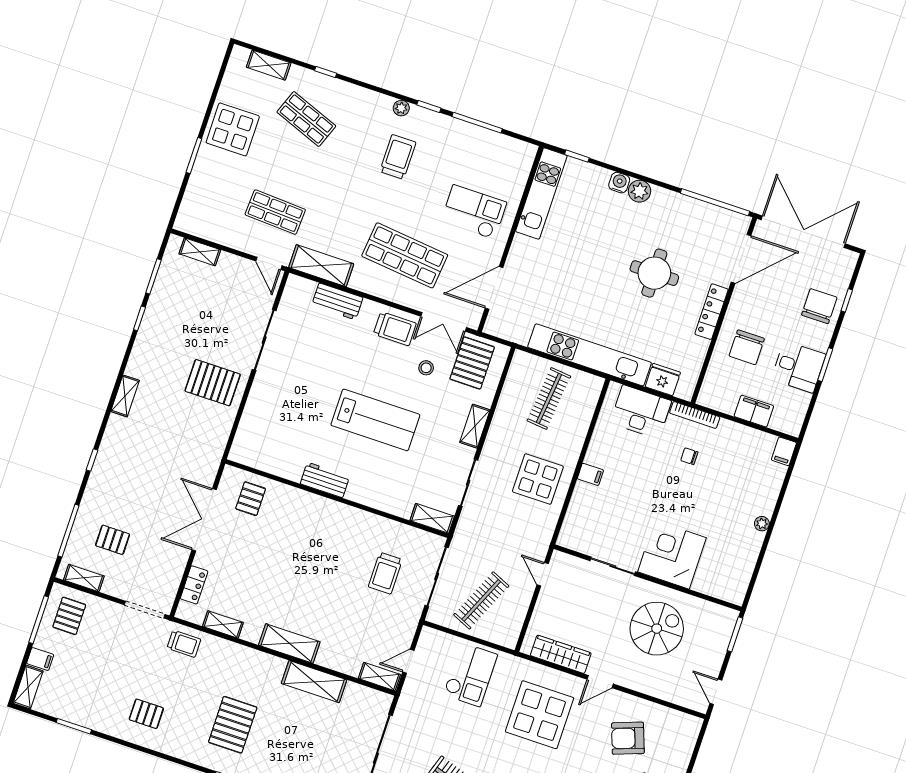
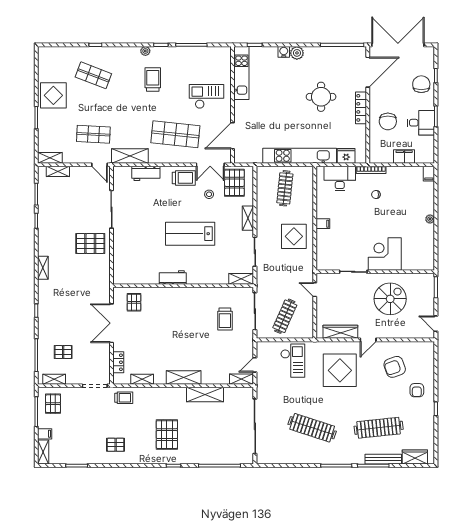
shelving: (269, 65) -> (50, 158), moved
lab bench: (375, 420) -> (190, 234), turned 180

